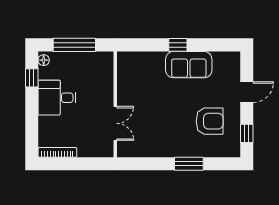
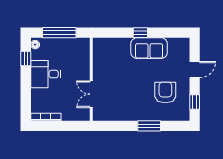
armchair: (210, 121) -> (165, 92), turned -90
double door: (115, 123) -> (91, 94), swing flipped

